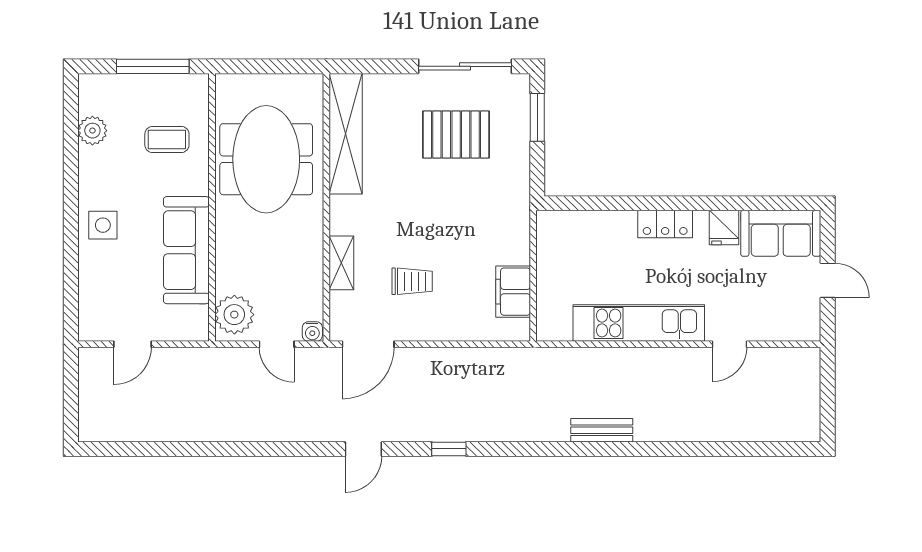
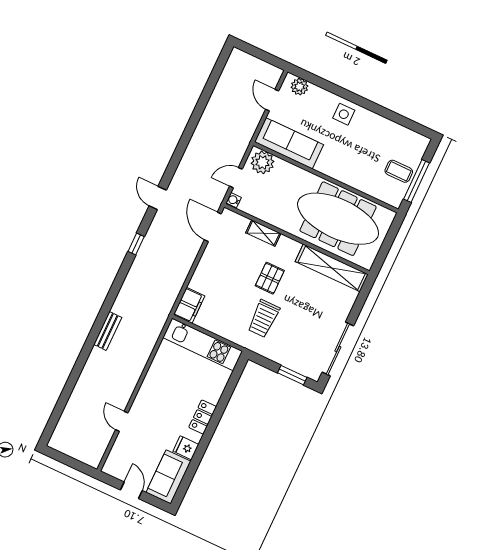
plant: (92, 131) -> (300, 87), moved
pallet: (456, 135) -> (270, 278), moved, width x0.67, depth x0.71
coffee table: (167, 140) -> (399, 171), moved, turned 90
meeting table: (266, 159) -> (338, 219), width x1.36
sofa: (186, 250) -> (289, 143), moved
door: (828, 280) -> (131, 490), swing flipped
trolley: (412, 281) -> (264, 319), moved, width x1.36, depth x1.39
filing cabinet: (513, 292) -> (189, 305), moved, turned 90
kitchen unit: (639, 323) -> (203, 344), moved, turned 90

